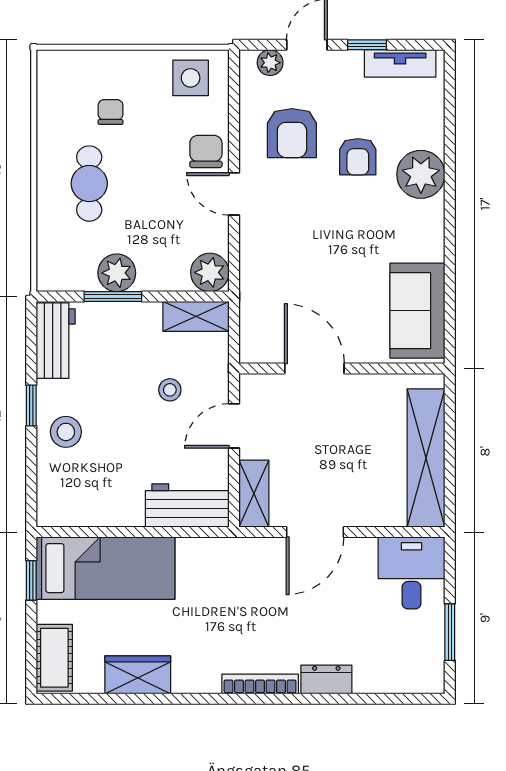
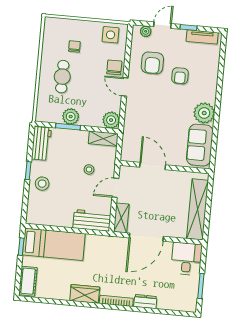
plant: (421, 174) -> (204, 113), moved
door: (315, 532) -> (146, 237), width x1.36
wardrobe: (138, 675) -> (85, 294), moved

